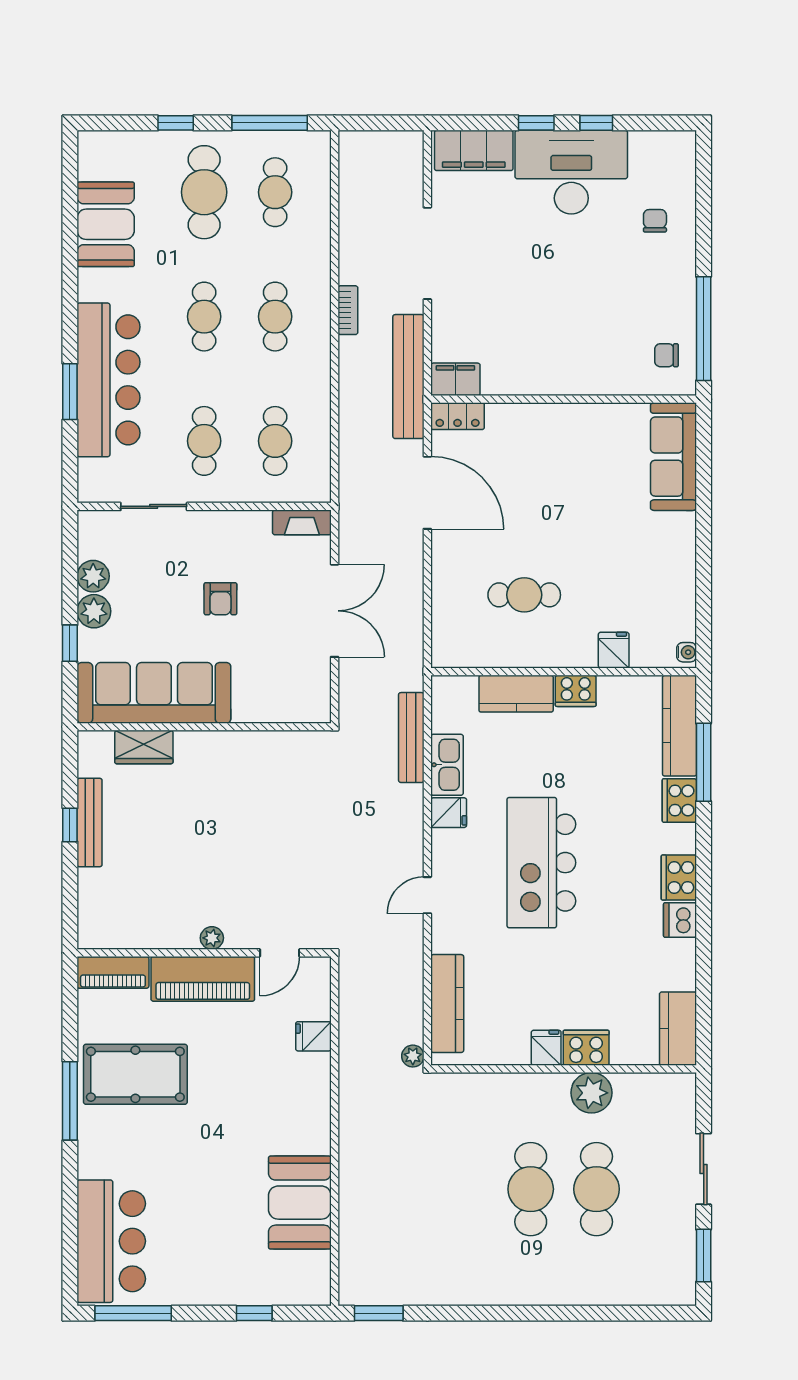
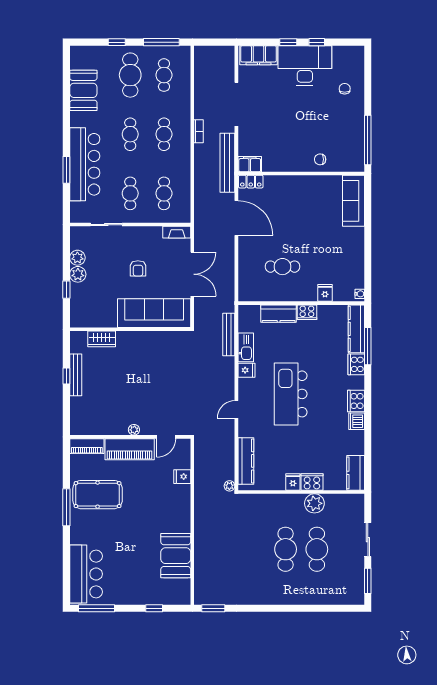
chair: (666, 355) -> (320, 159), moved
sofa: (154, 693) -> (154, 313), moved

